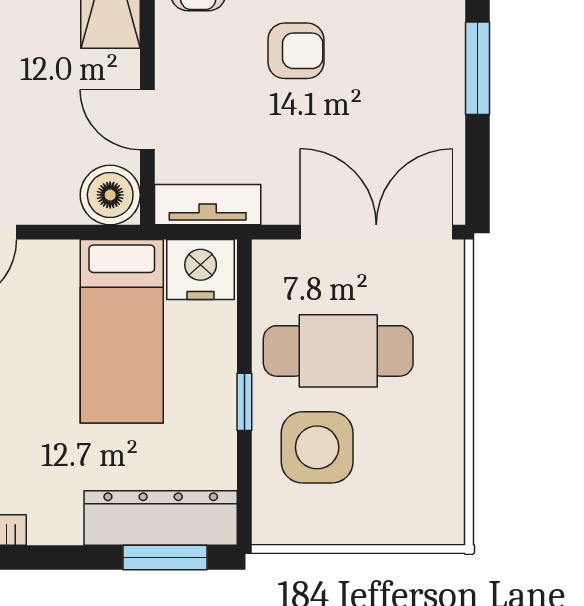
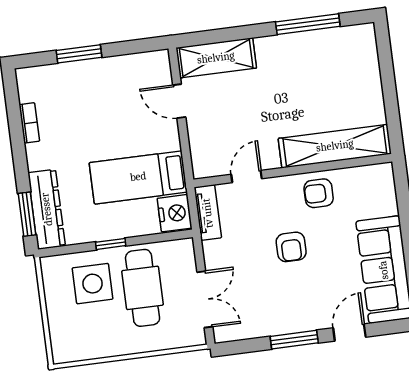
boiler: (110, 195) -> (206, 163), removed
double door: (376, 232) -> (205, 299), width x0.73

